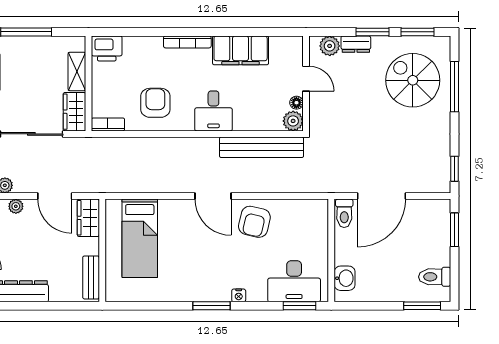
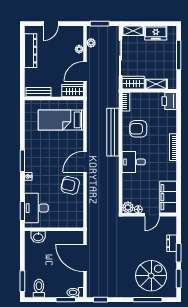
plant: (330, 46) -> (171, 228), removed
filing cabinet: (241, 50) -> (168, 197), moved
armchair: (155, 103) -> (138, 129), turned 180
bench: (262, 147) -> (113, 132), moved
toilet: (344, 213) -> (75, 292), moved

